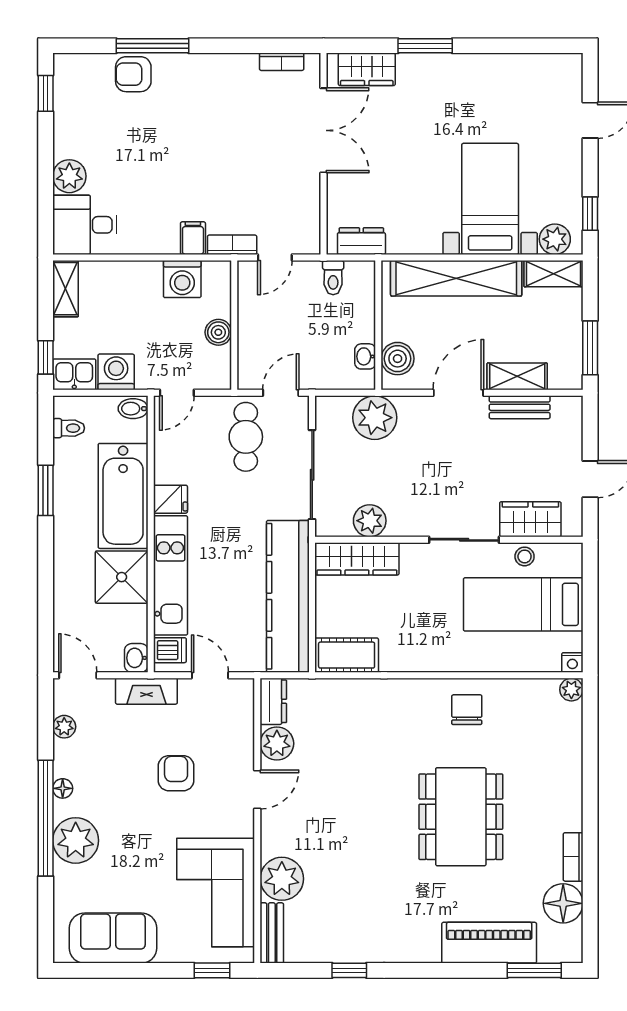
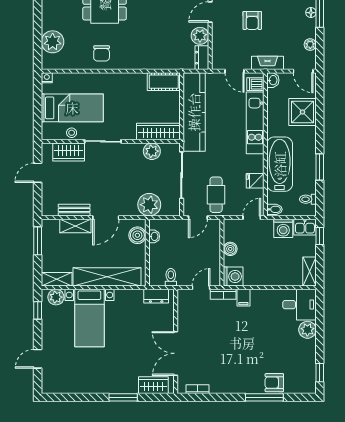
armchair: (133, 74) -> (274, 383), turned 180
washing machine: (182, 279) -> (233, 276), moved, turned 90
fridge: (170, 499) -> (255, 181), moved
shower: (122, 577) -> (302, 112), moved
plant: (571, 690) -> (53, 42), moved, width x1.88, depth x1.88

